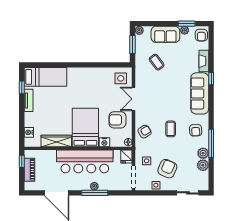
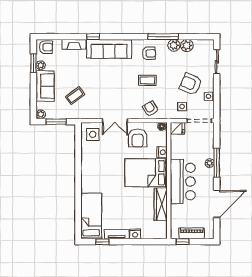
nightstand: (29, 132) -> (135, 234), moved
bar counter: (85, 161) -> (183, 182), width x0.73

